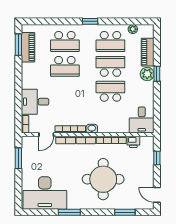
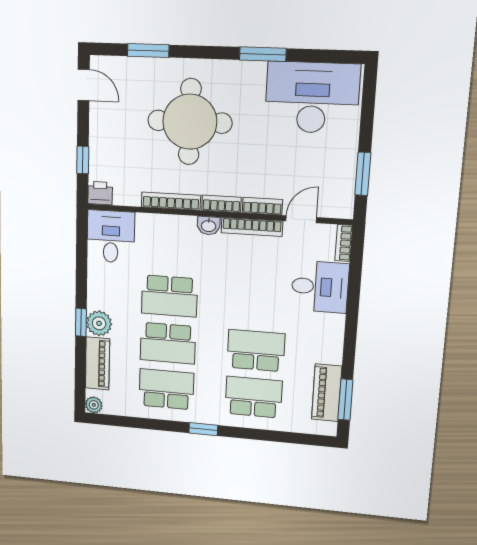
plant: (133, 29) -> (94, 405), moved
printer: (133, 142) -> (100, 193), moved

